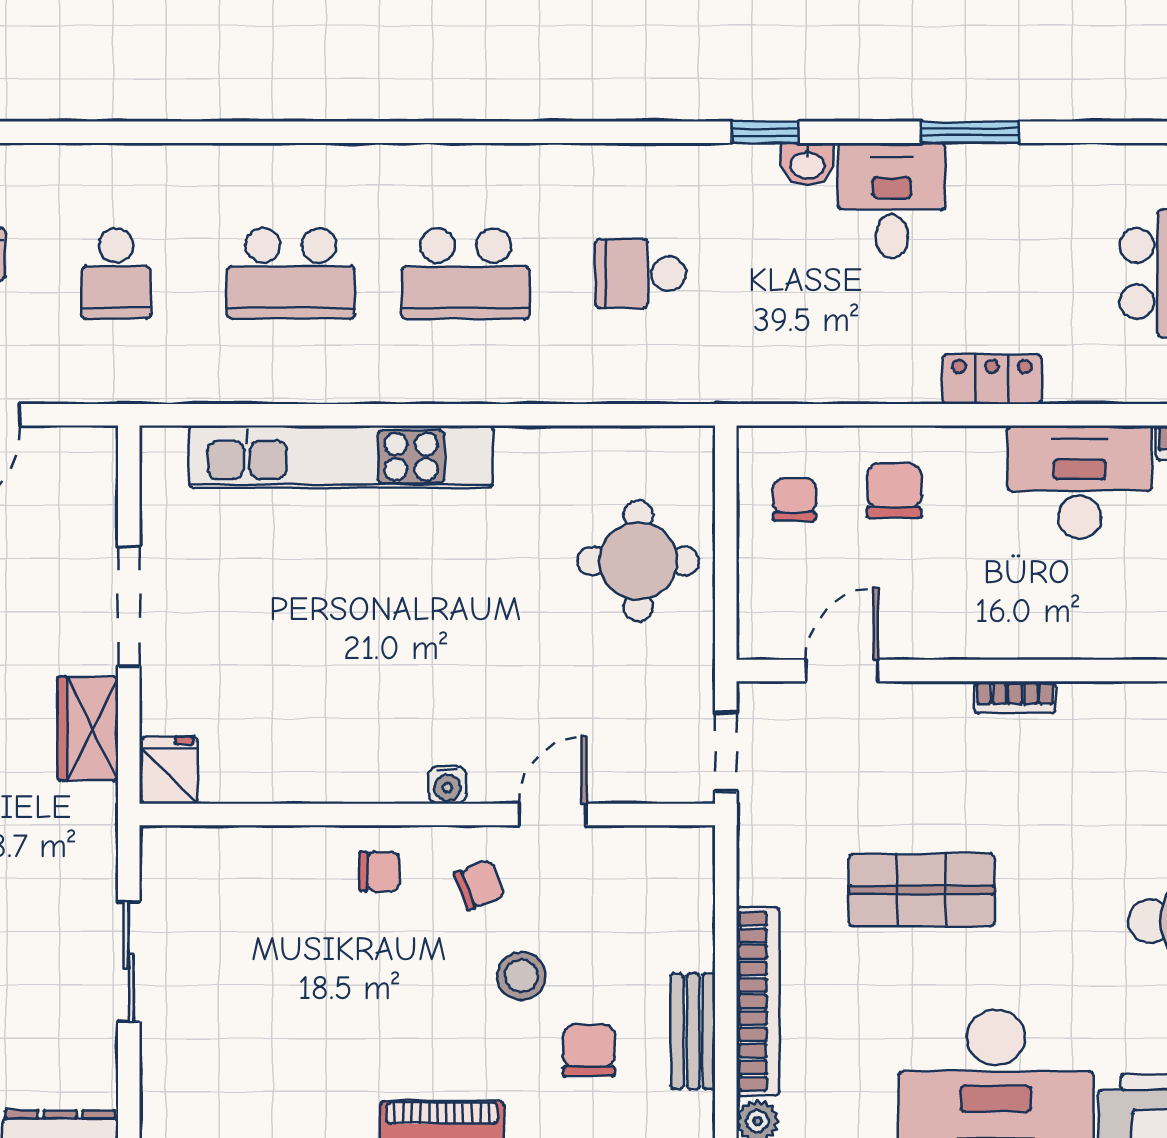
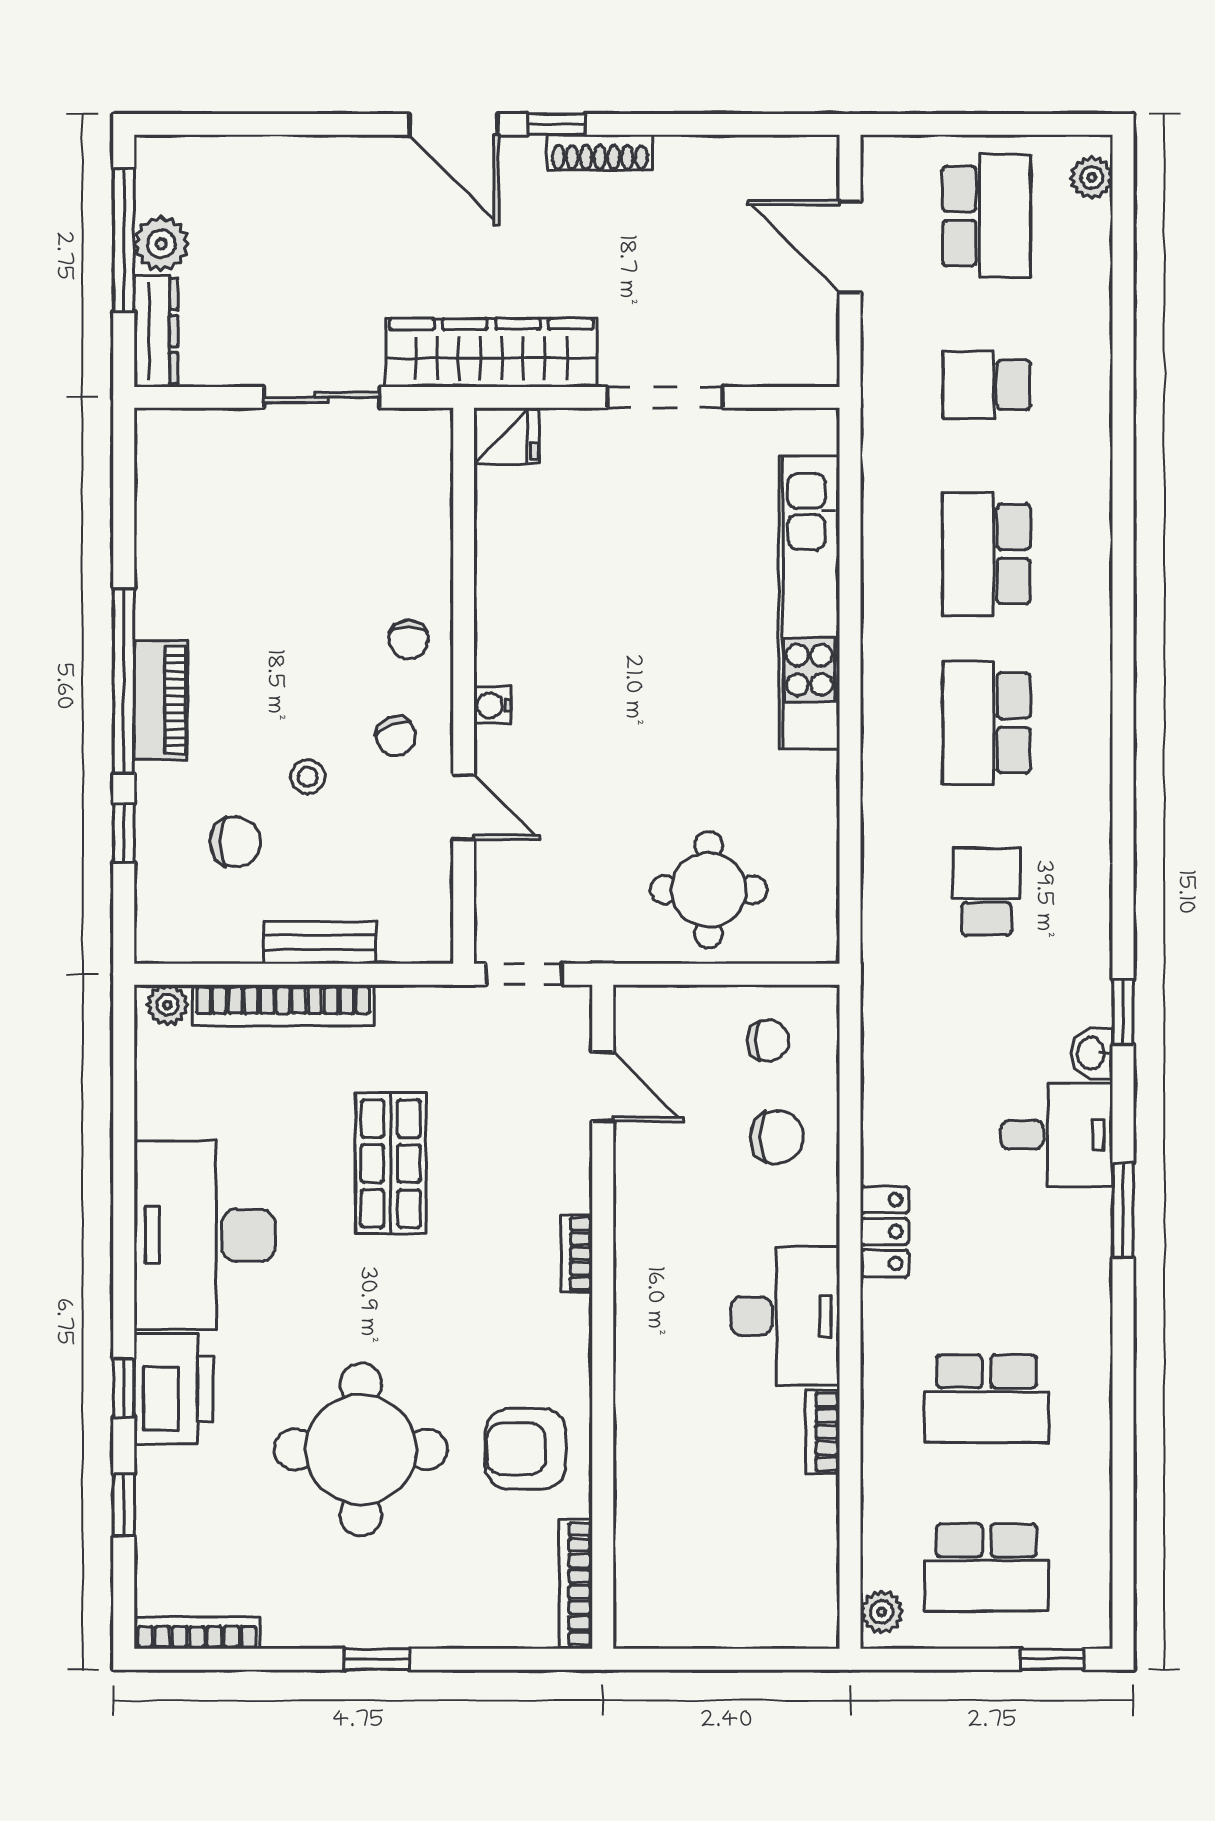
wardrobe: (88, 729) -> (491, 353), width x2.10, depth x1.17
stool: (521, 976) -> (308, 777), width x0.73, depth x0.73
bench: (693, 1031) -> (320, 943), moved

